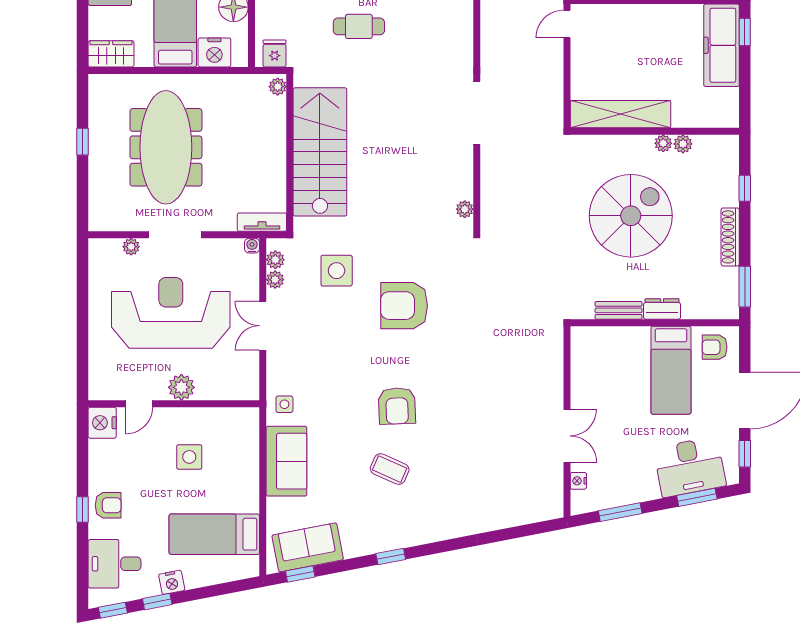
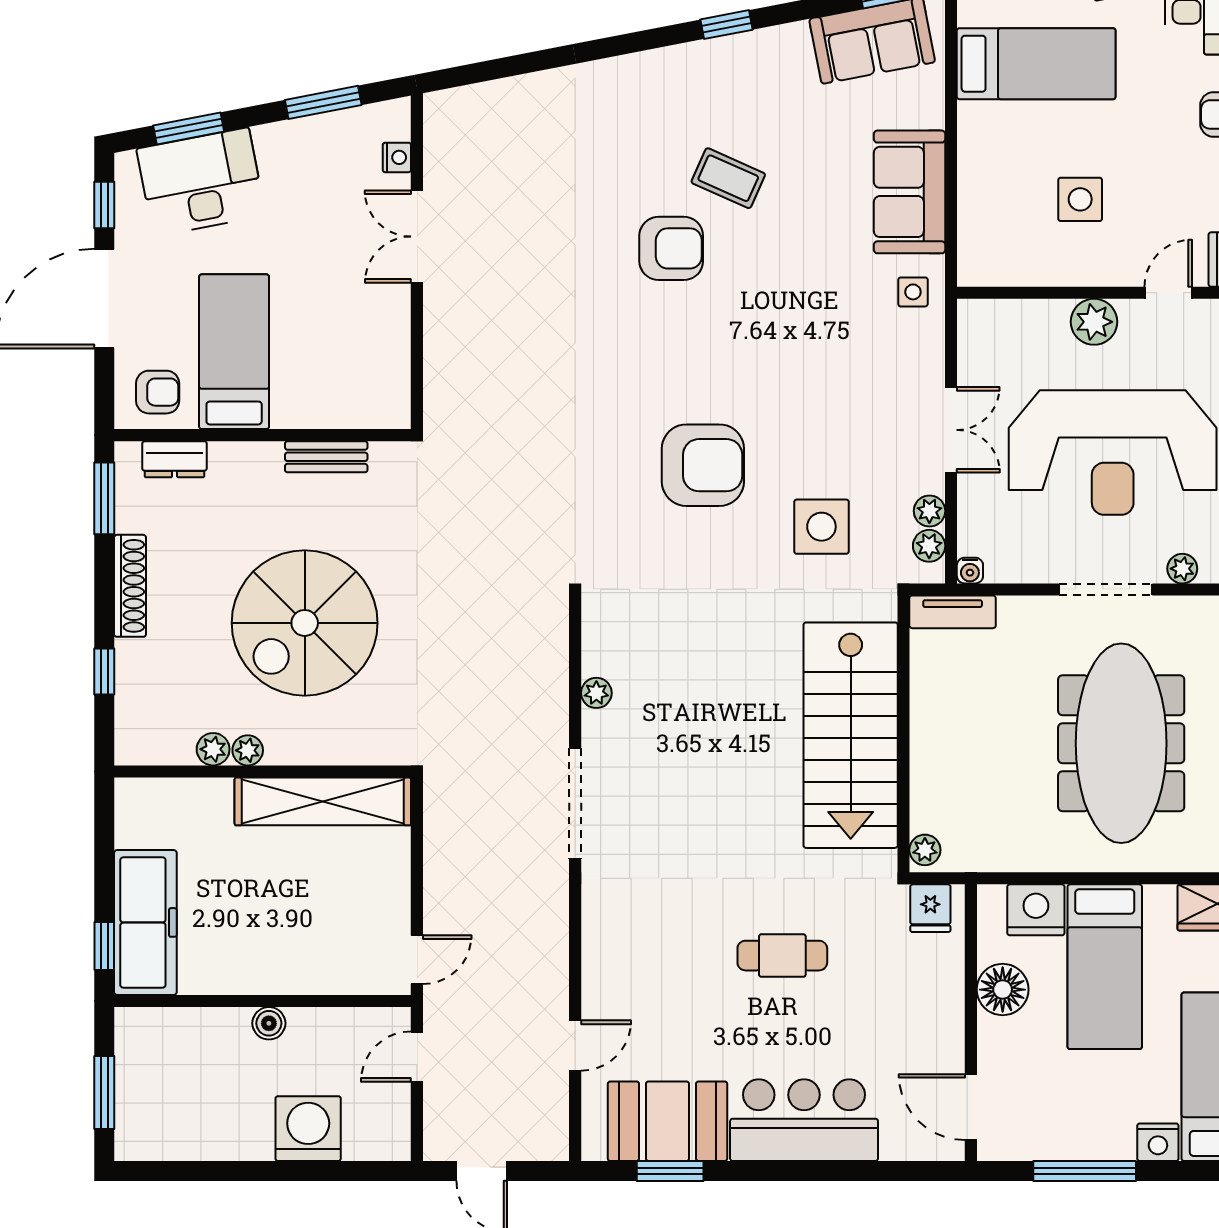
plant: (465, 209) -> (596, 693), moved
dresser: (662, 309) -> (175, 459), moved
armchair: (397, 406) -> (671, 248), moved, turned 92

